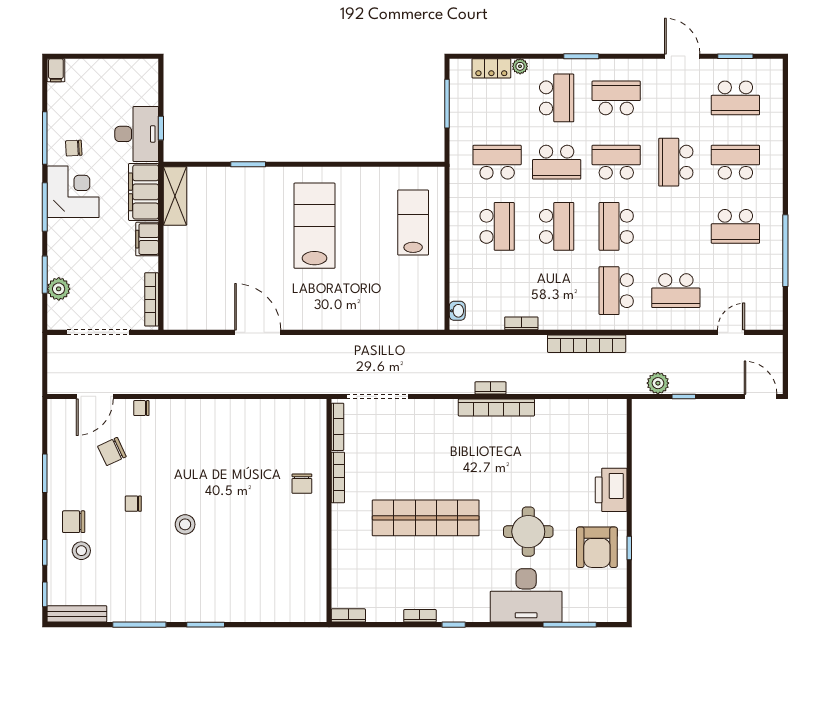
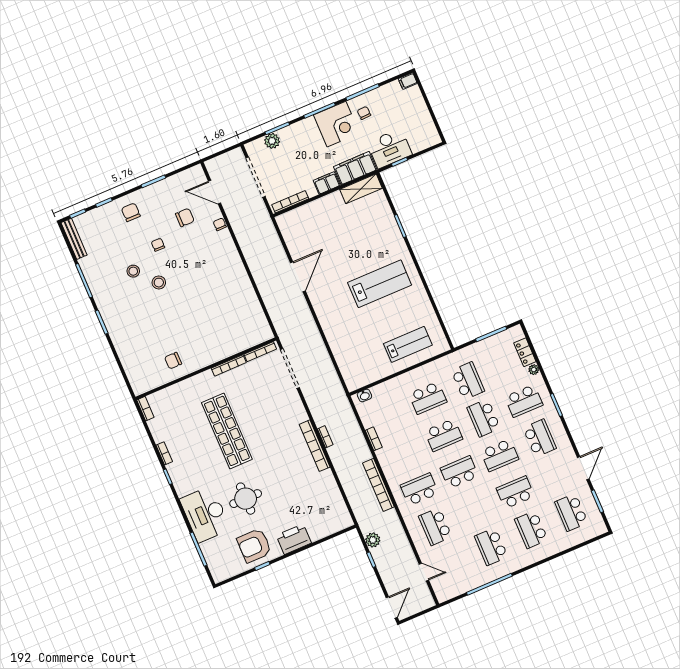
school desk: (616, 162) -> (500, 455), turned 90
school desk: (735, 162) -> (531, 529), turned 180
chair: (112, 451) -> (185, 217), turned 115
chair: (302, 484) -> (173, 361), moved
stool: (81, 551) -> (133, 271), moved

